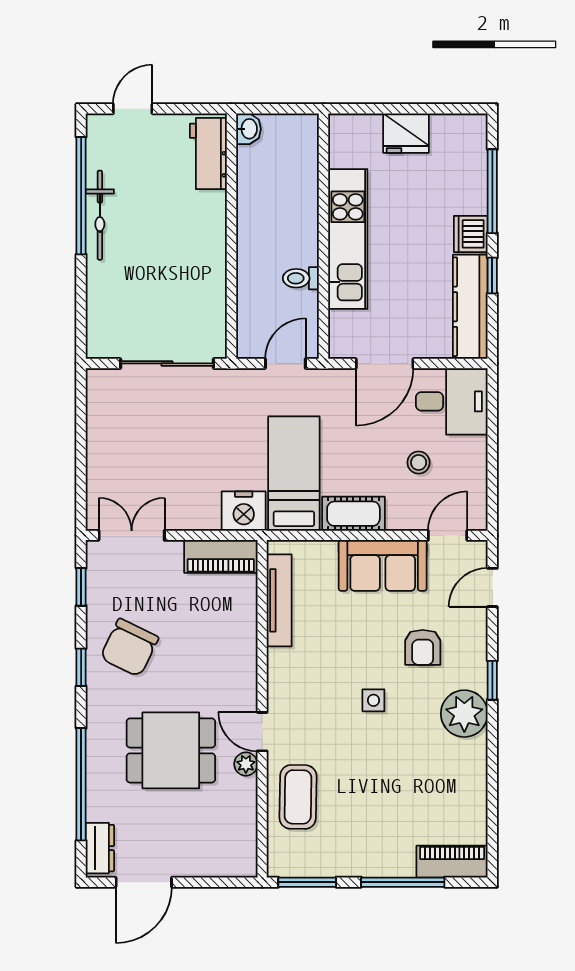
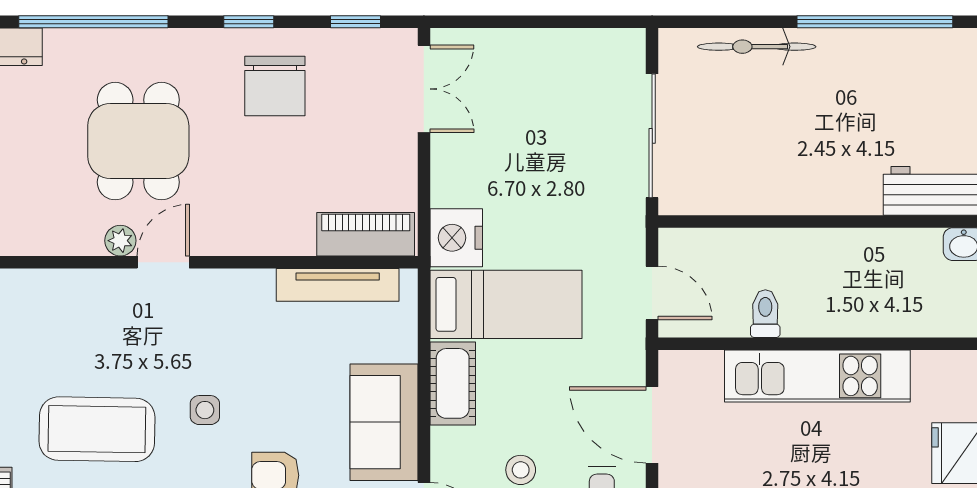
bicycle: (100, 215) -> (757, 47), moved
piano: (221, 556) -> (366, 234), moved, turned 90
chair: (129, 648) -> (275, 86), turned -116
coffee table: (298, 797) -> (97, 429), moved, width x1.36, depth x1.32

